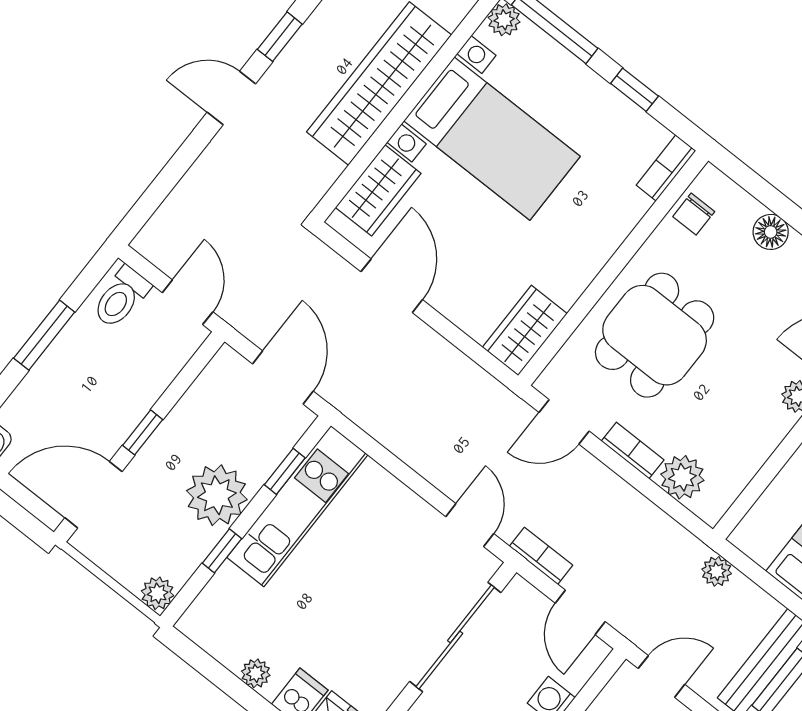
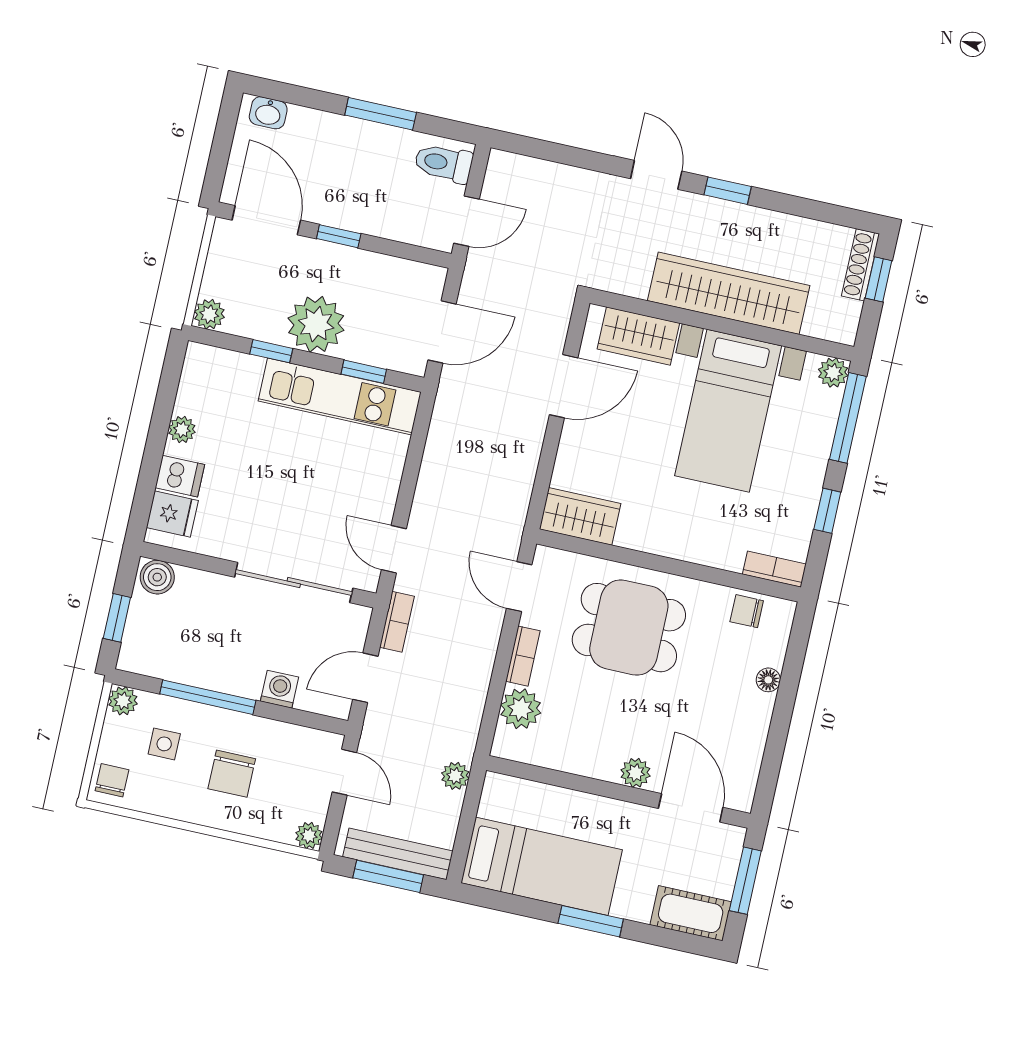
floor lamp: (771, 232) -> (768, 680), width x0.73, depth x0.73
door: (470, 525) -> (394, 549), swing flipped

